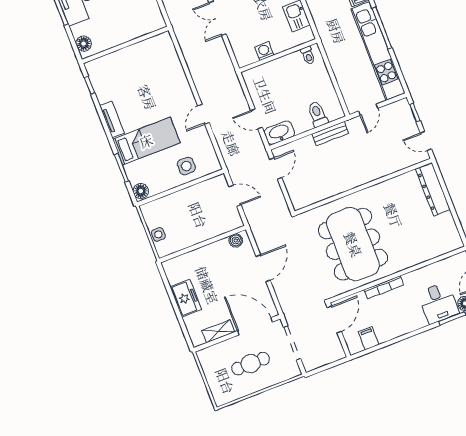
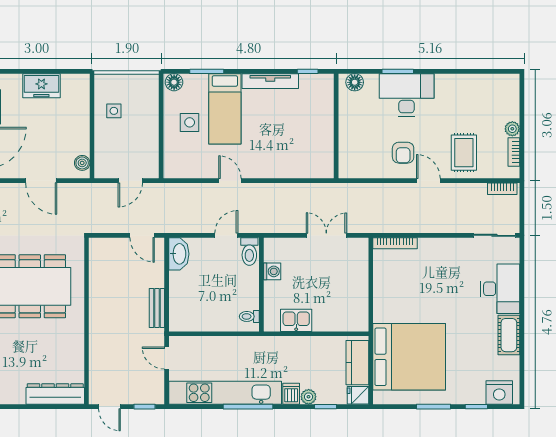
toilet: (318, 114) -> (249, 251), moved, turned 90
tv unit: (112, 119) -> (270, 81), width x1.41
door: (257, 119) -> (226, 235), moved
door: (426, 141) -> (109, 407), swing flipped
side table: (186, 166) -> (190, 122), moved
side table: (158, 234) -> (114, 111), moved

